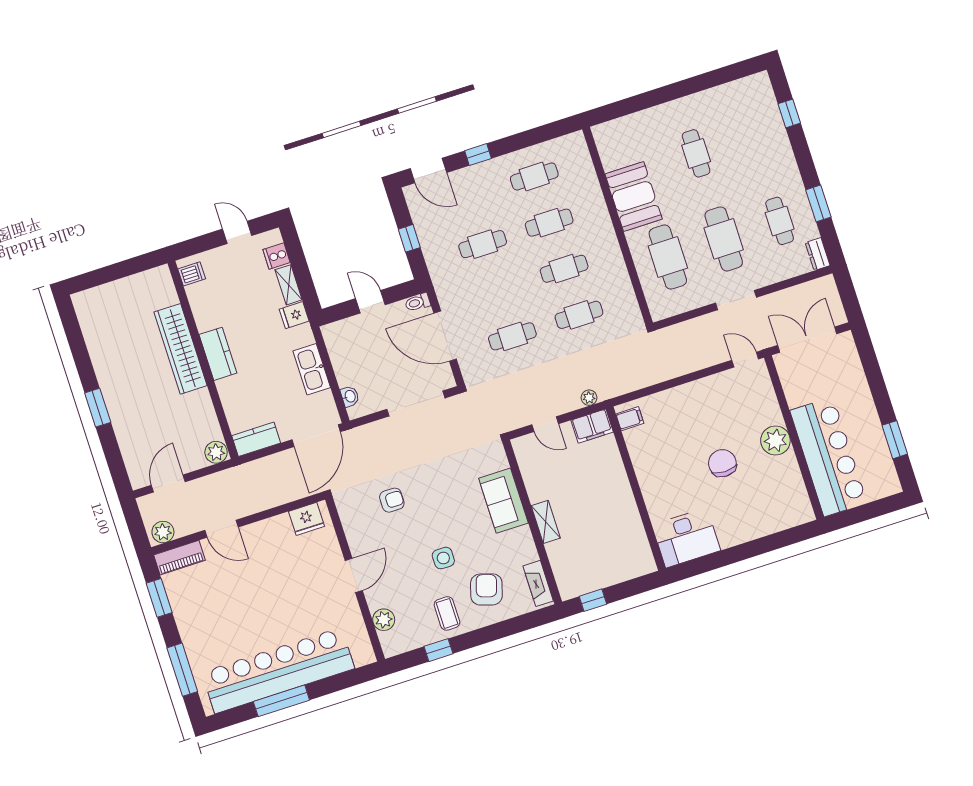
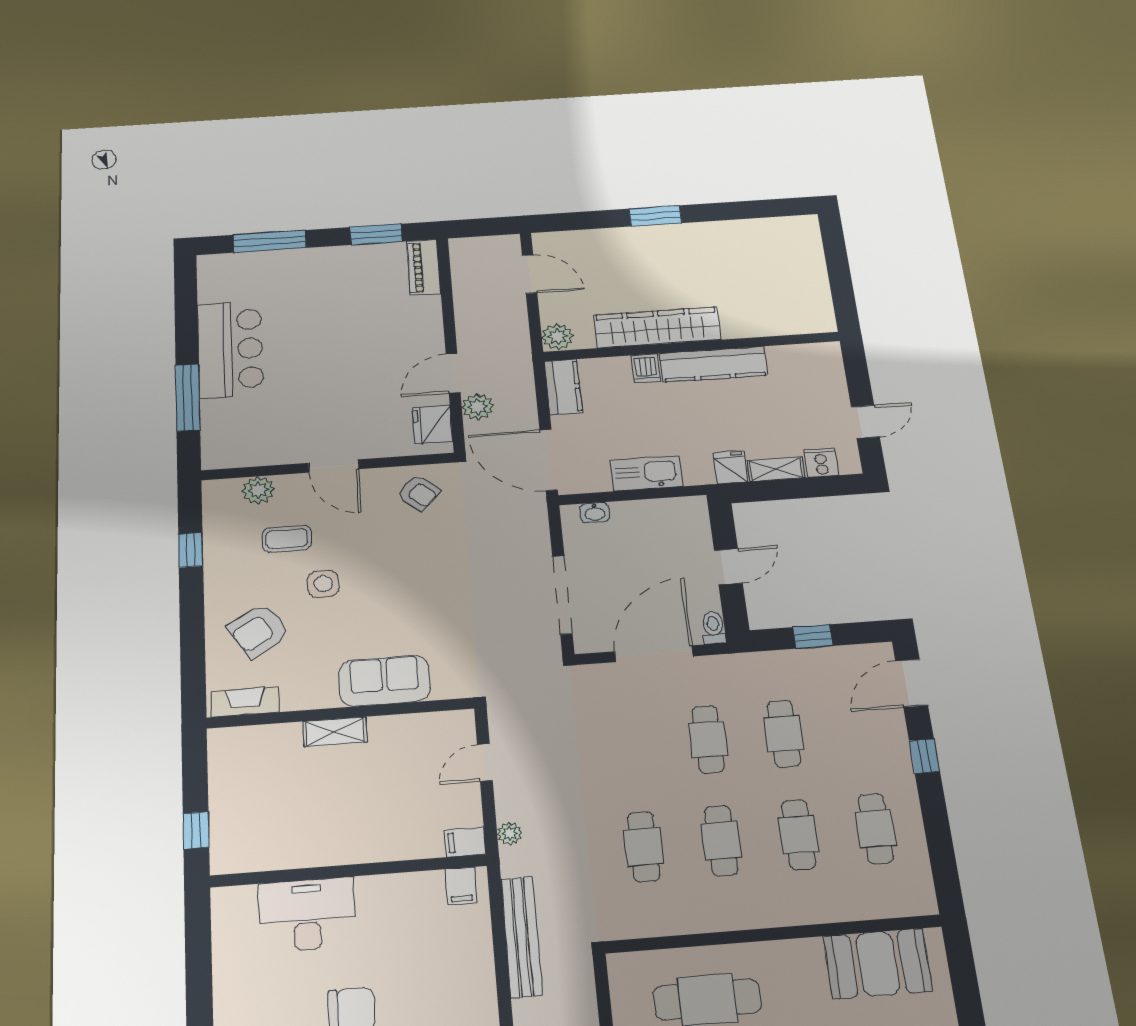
booth: (634, 197) -> (878, 964), moved
dishwasher: (192, 274) -> (646, 368), moved
cafe table: (512, 336) -> (708, 739), moved
wardrobe: (180, 349) -> (657, 327), moved
kitchen counter: (218, 354) -> (714, 364), width x1.50
bench: (654, 375) -> (522, 937), added
filing cabinet: (592, 426) -> (465, 842), width x0.50
armchair: (392, 500) -> (419, 493), moved, turned -48
door: (222, 529) -> (453, 373), moved
plant: (163, 532) -> (478, 407), moved
desk: (686, 538) -> (307, 915), moved, turned 90
armchair: (486, 589) -> (259, 630), turned 131
window: (593, 600) -> (196, 830), moved
coffee table: (447, 613) -> (287, 539), moved
bar counter: (278, 670) -> (230, 349), width x0.54
window: (281, 701) -> (188, 397), moved

